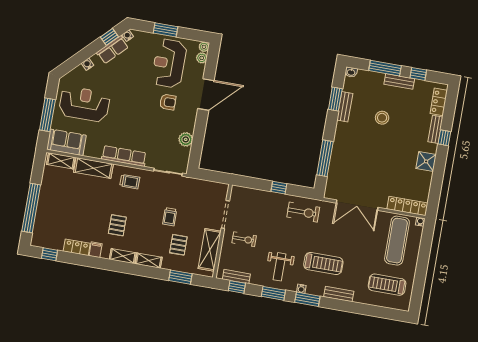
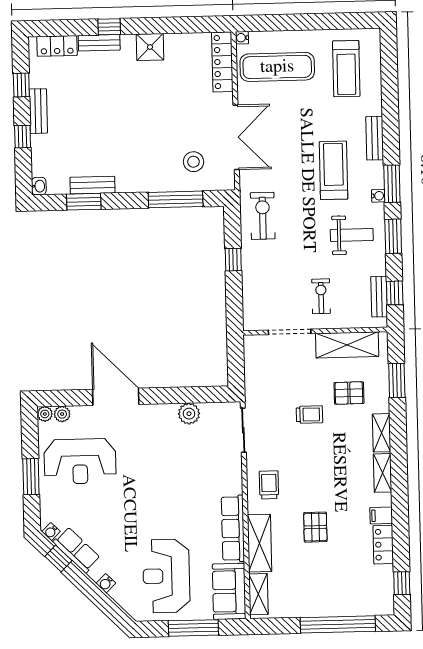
window: (385, 68) -> (23, 137), width x0.46
armchair: (168, 102) -> (138, 452), removed
stool: (382, 118) -> (193, 162), moved
row of seats: (124, 156) -> (233, 528), moved
pallet: (117, 225) -> (315, 527), moved, turned 90

